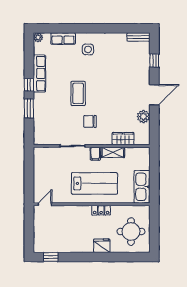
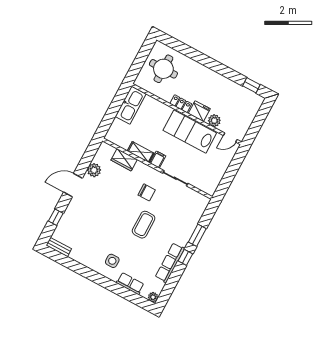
lab bench: (94, 183) -> (190, 132), moved
plant: (66, 211) -> (214, 121), added
fridge: (102, 246) -> (199, 111), moved, turned 180

